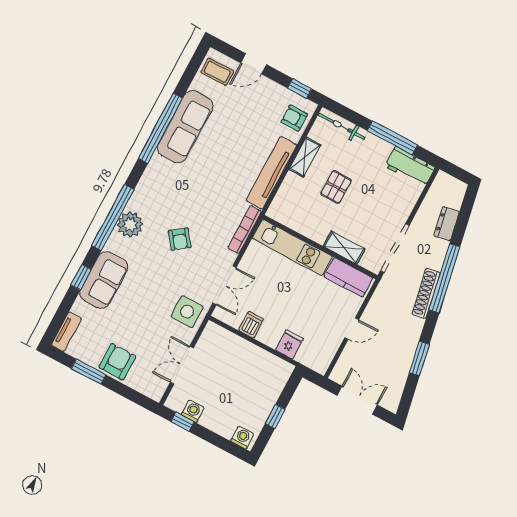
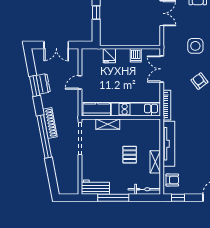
dresser: (447, 224) -> (43, 84), moved
side table: (187, 312) -> (195, 46), moved

